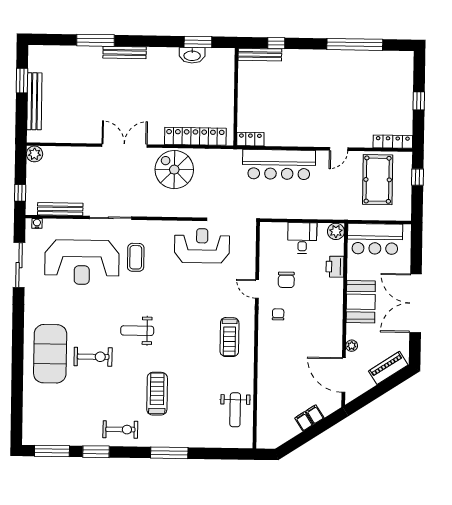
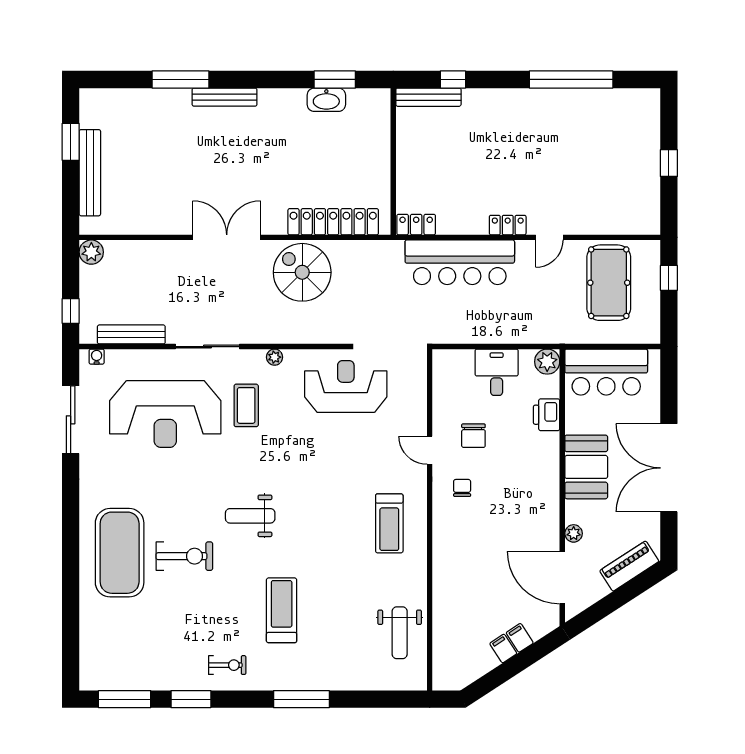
locker: (393, 142) -> (508, 225), moved, width x0.66
plant: (155, 226) -> (275, 357), added
exercise bike: (120, 429) -> (227, 665), width x0.73, depth x0.72

